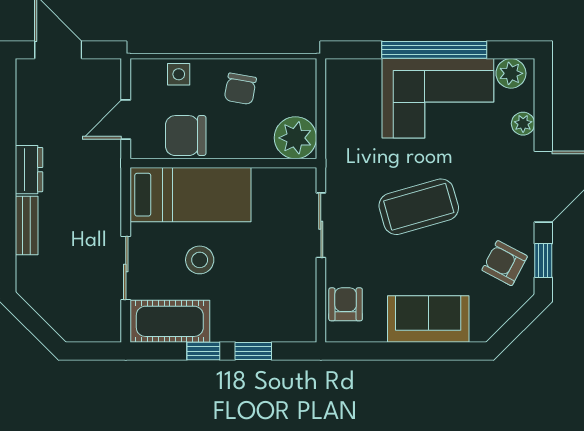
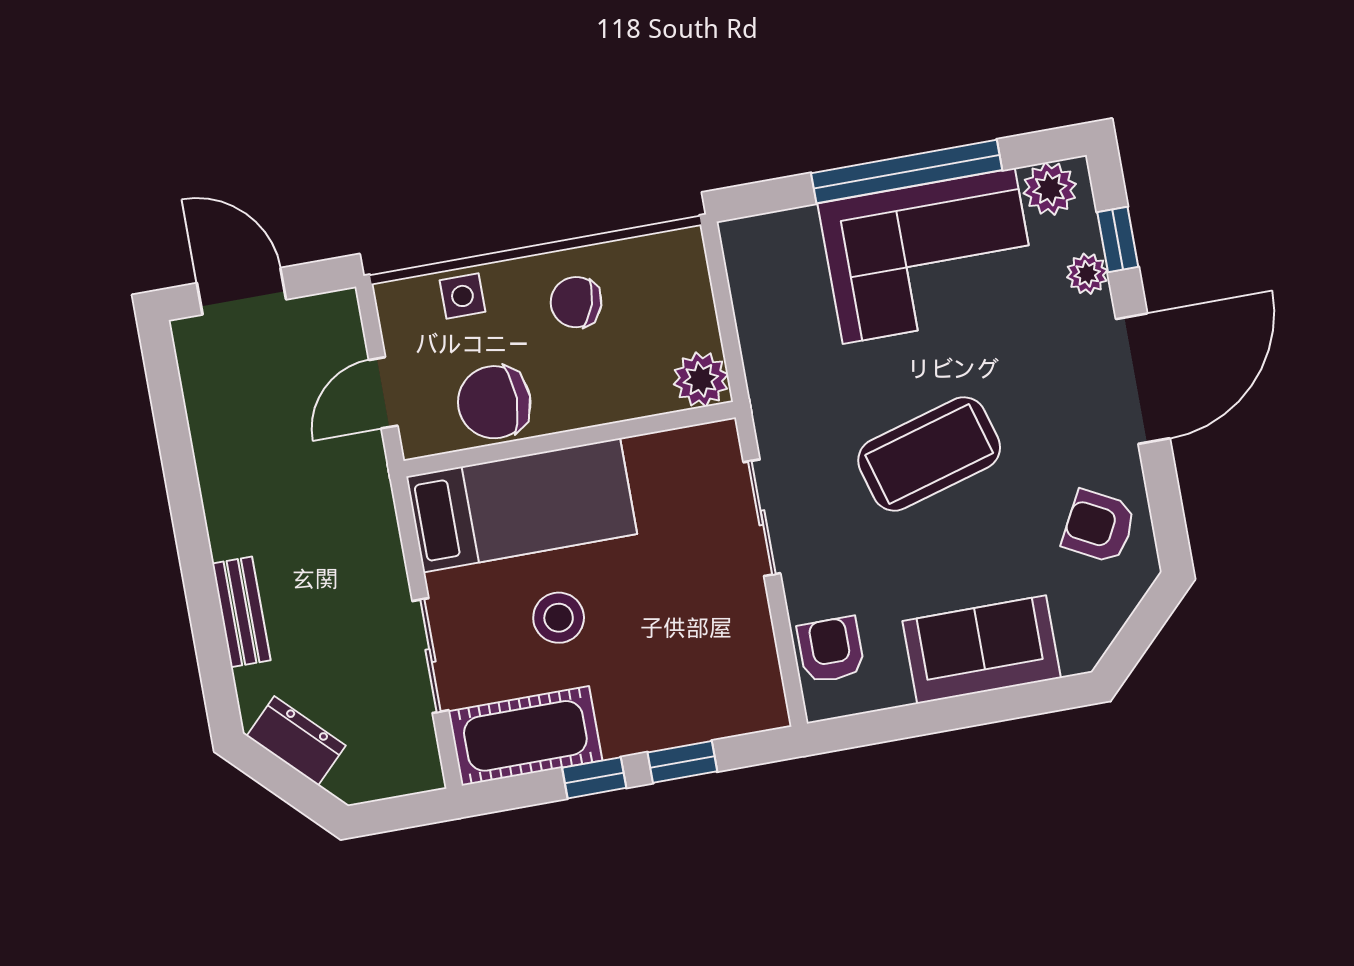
chair: (240, 89) -> (576, 302), turned 98
plant: (295, 138) -> (701, 379), width x0.73, depth x0.73
dresser: (29, 170) -> (296, 741), moved, turned -45
window: (543, 261) -> (1118, 239), moved

